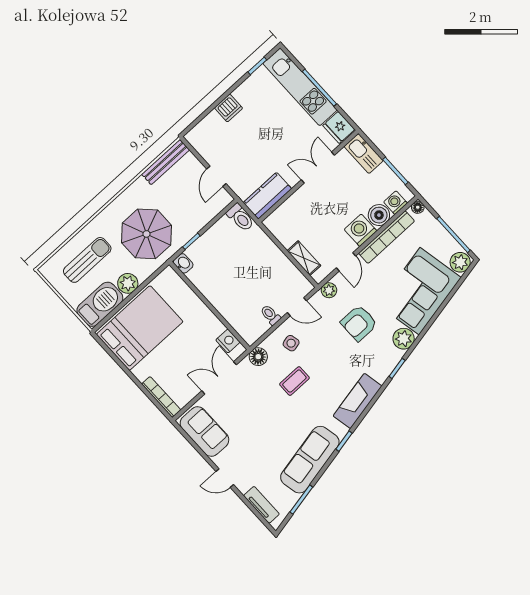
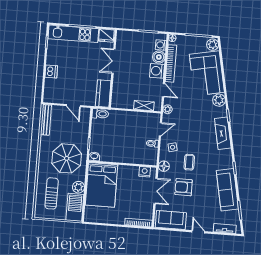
kitchen sink: (364, 153) -> (128, 37), removed
armchair: (359, 323) -> (184, 187), moved, turned 90
bed: (140, 328) -> (102, 185), moved, turned 180
double door: (219, 378) -> (156, 191), swing flipped
fireplace: (357, 401) -> (223, 133), moved
door: (225, 478) -> (198, 232), swing flipped

